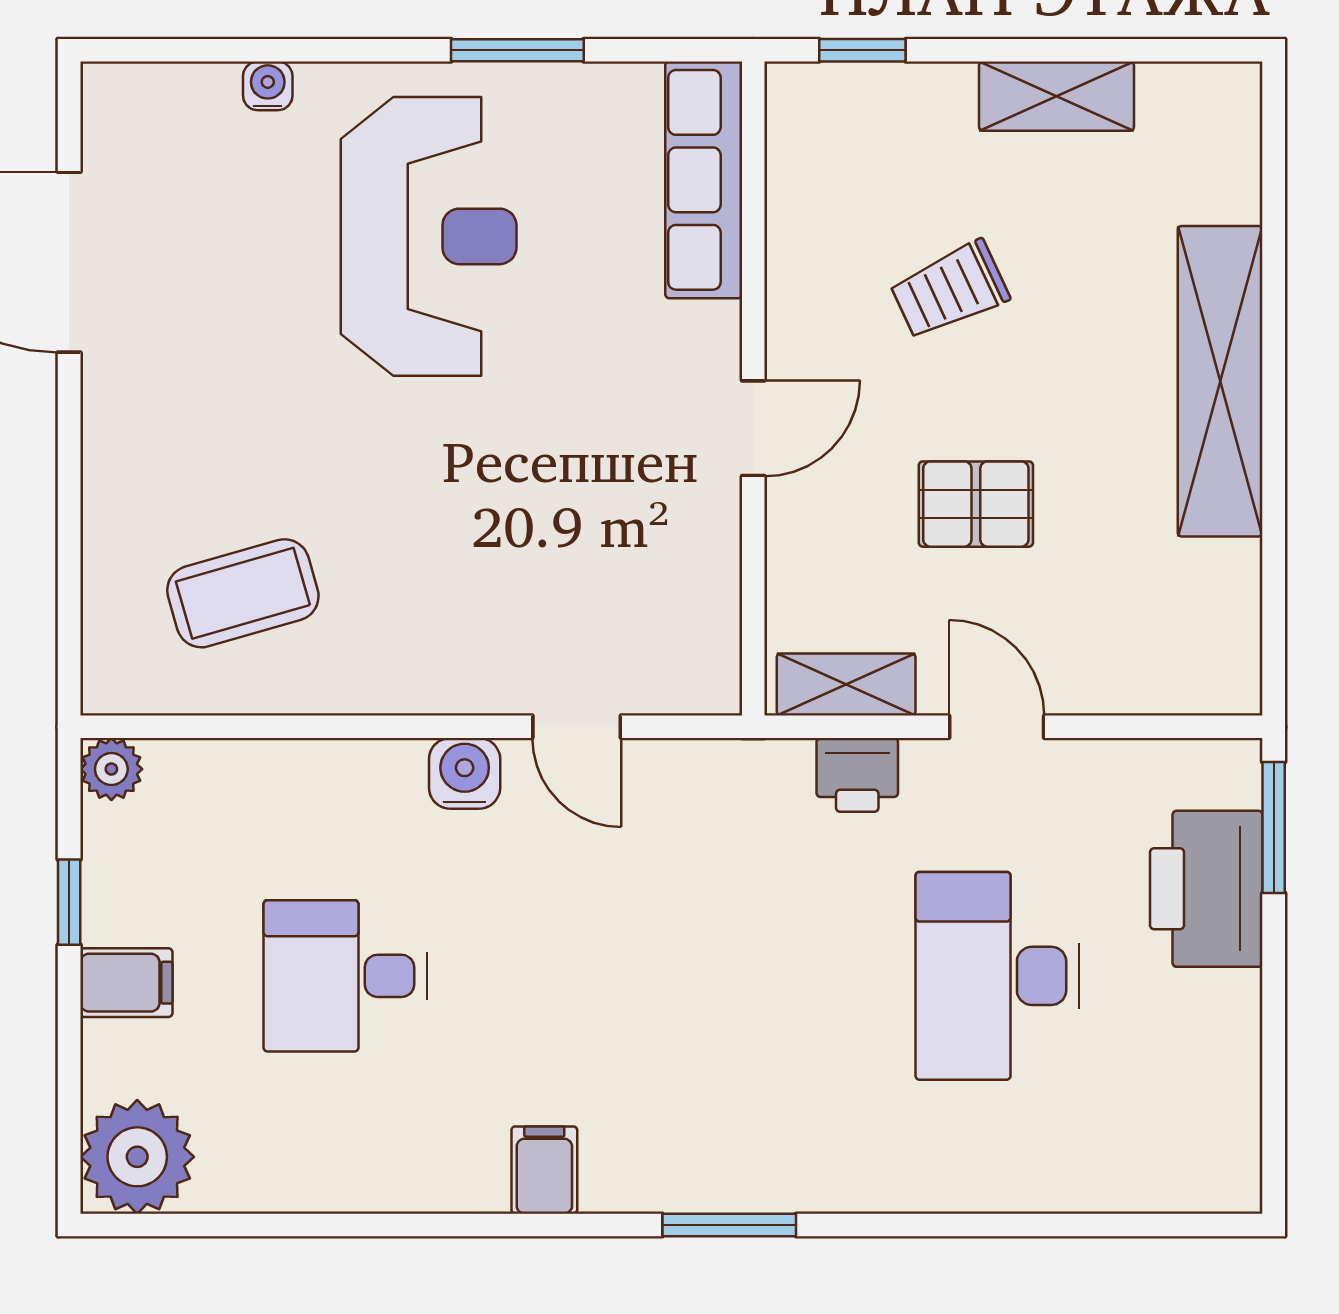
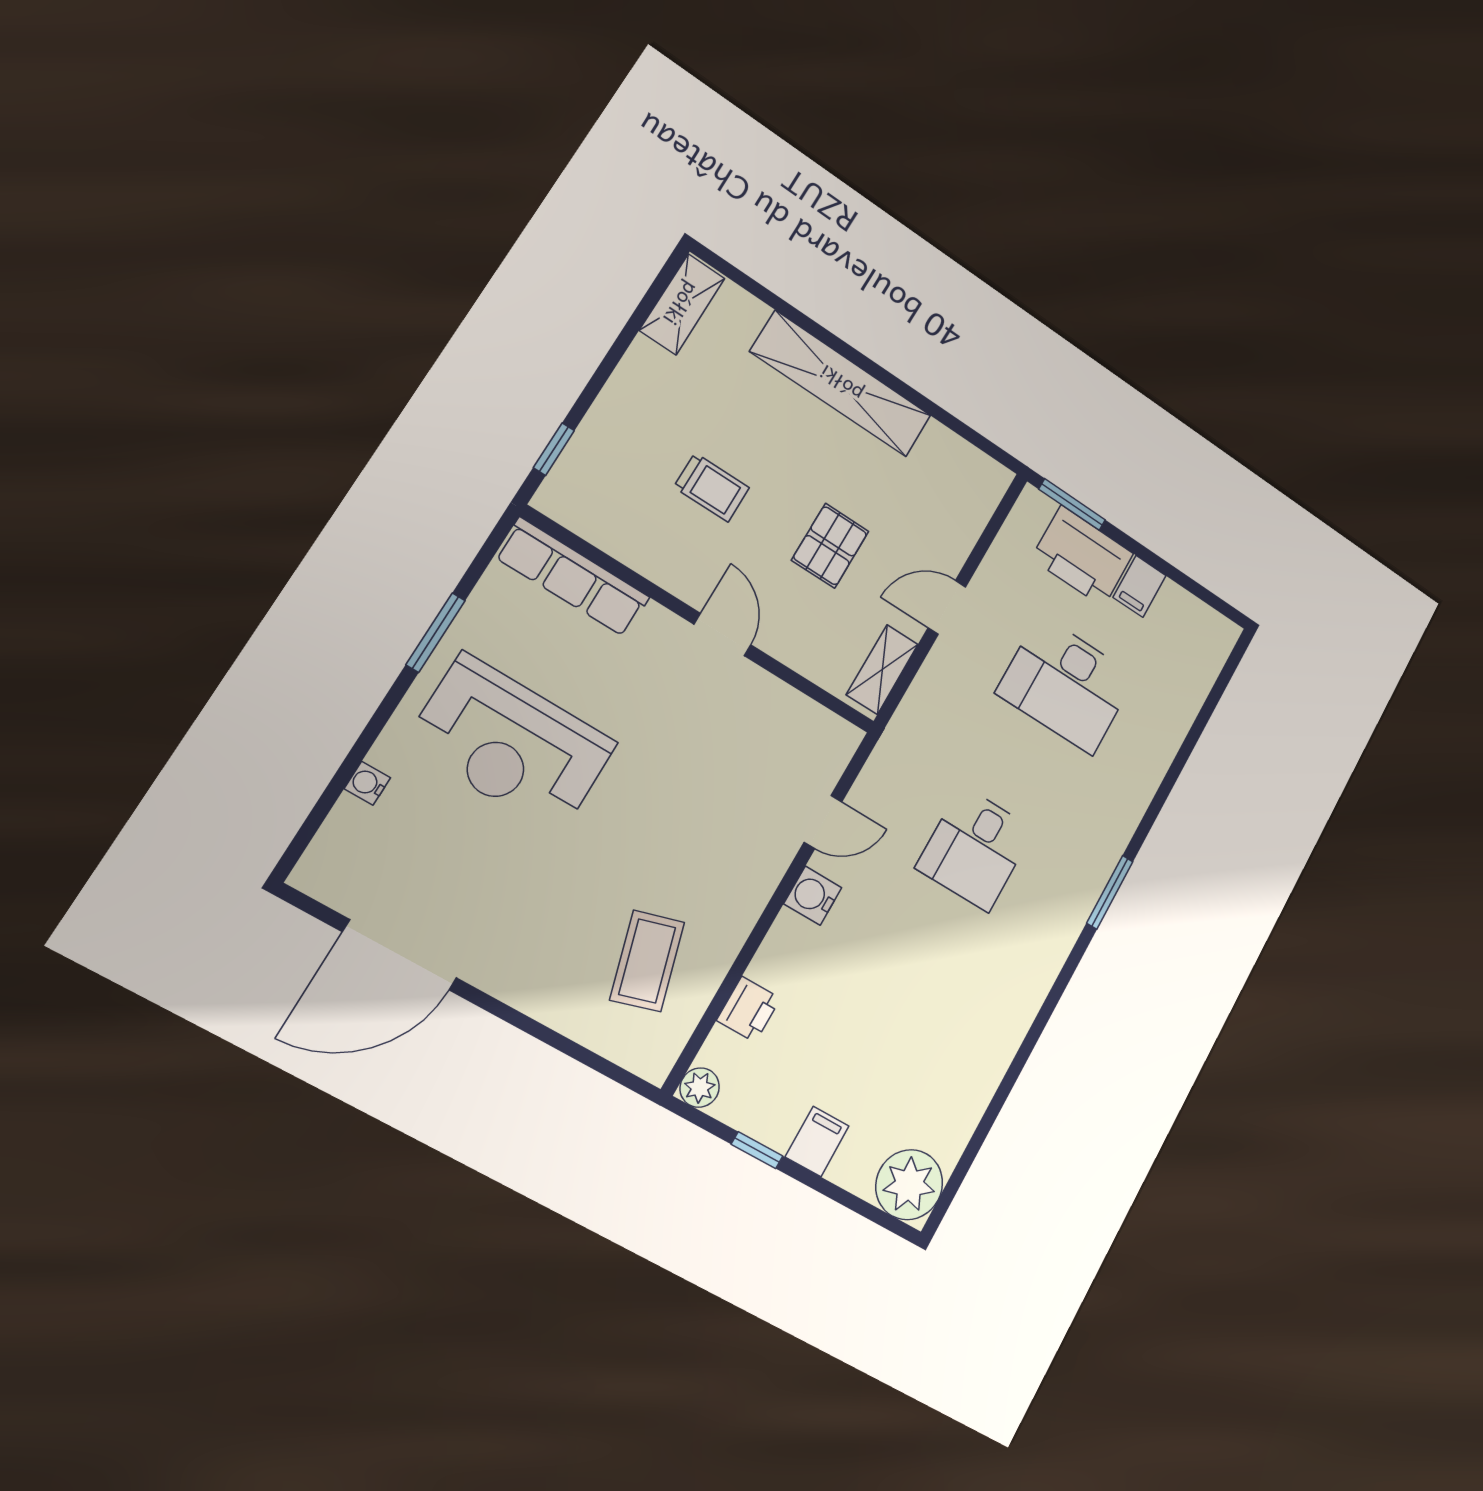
shelving: (1056, 96) -> (682, 304), moved
reception desk: (429, 236) -> (511, 744), turned 180
trolley: (950, 290) -> (712, 487), turned -65
printer: (857, 775) -> (749, 1009), moved
desk: (345, 976) -> (975, 849), moved
filing cabinet: (544, 1170) -> (1140, 586), moved, turned -90

